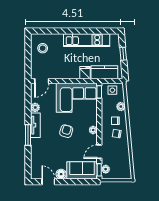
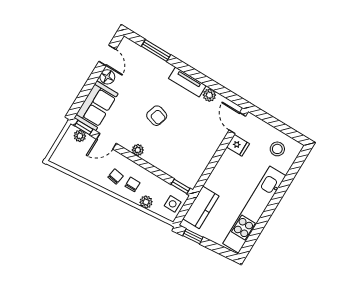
kitchen unit: (87, 40) -> (254, 210), width x1.36
window: (123, 54) -> (193, 236), moved
fridge: (85, 73) -> (238, 145), moved
corner sofa: (77, 98) -> (190, 154), removed
window: (28, 135) -> (156, 51), moved
door: (99, 152) -> (106, 141), swing flipped
door: (48, 182) -> (107, 55), hinge flipped

